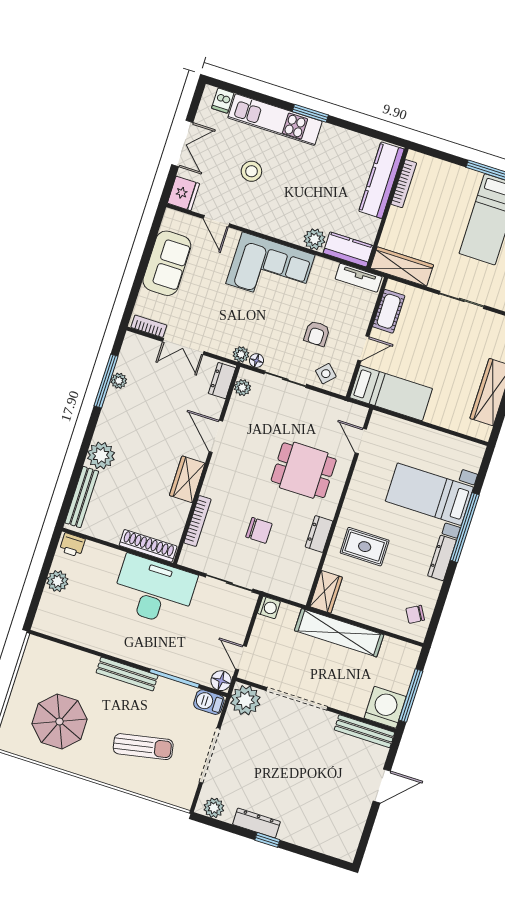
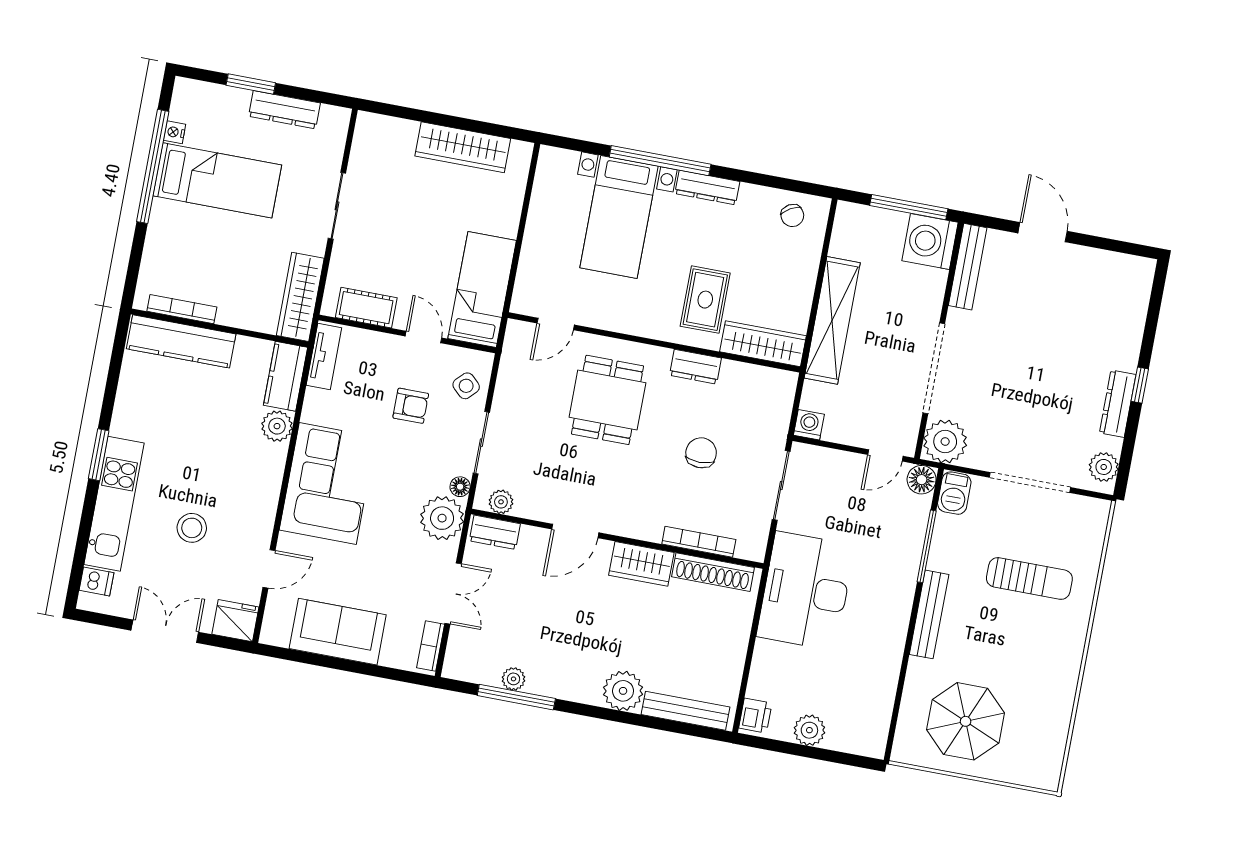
plant: (241, 354) -> (442, 518), width x1.88, depth x1.88
shoe rack: (148, 546) -> (713, 572), moved, turned -90
wardrobe: (326, 592) -> (763, 344), width x1.50
parasol: (59, 722) -> (966, 721), moved
sun lounger: (143, 747) -> (1029, 578), turned 101

